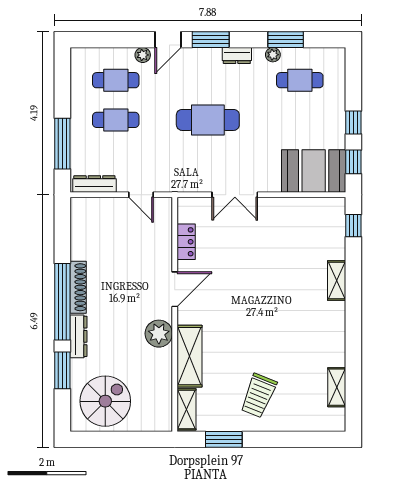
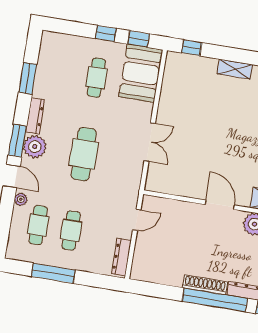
plant: (273, 55) -> (35, 147), moved, width x1.88, depth x1.88
dresser: (237, 56) -> (35, 116), width x1.44
cafe table: (300, 80) -> (96, 78), moved
window: (62, 144) -> (53, 273), moved
locker: (186, 242) -> (182, 189), removed

